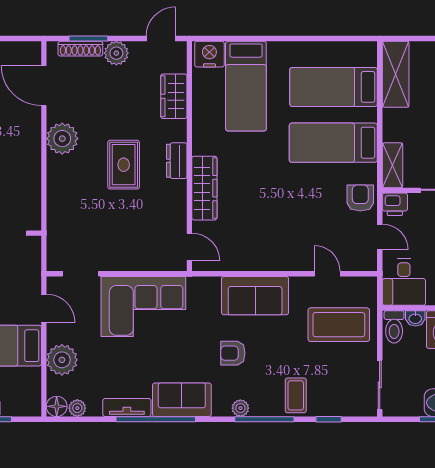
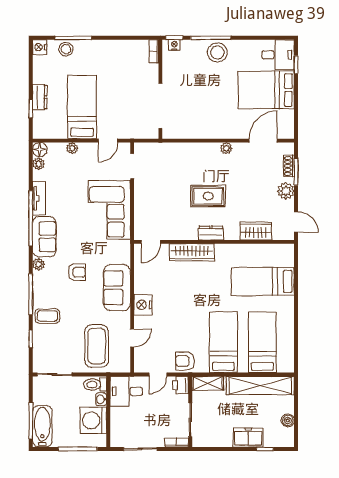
shoe rack: (80, 49) -> (289, 166), width x0.70
nightstand: (209, 54) -> (143, 305), moved, turned 180
shelving: (396, 74) -> (260, 386), width x1.47
plant: (62, 139) -> (226, 148), width x0.53, depth x0.53
armchair: (360, 198) -> (185, 361), turned 180
armchair: (233, 353) -> (77, 272), turned 90
plant: (62, 360) -> (72, 148), width x0.53, depth x0.53
plant: (240, 408) -> (39, 264), moved

